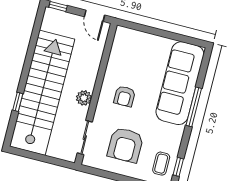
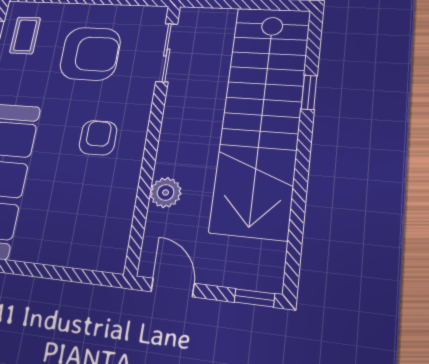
plant: (84, 98) -> (166, 192), moved
armchair: (125, 145) -> (90, 54), turned 90

